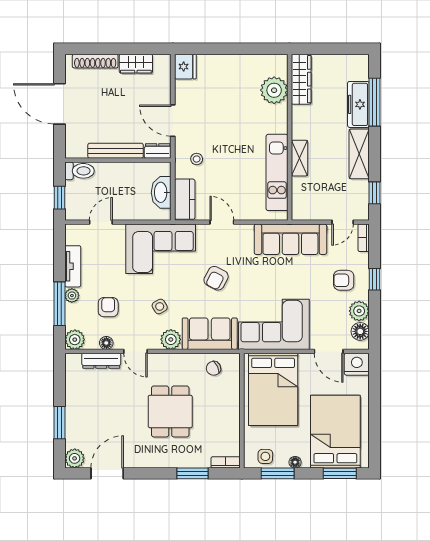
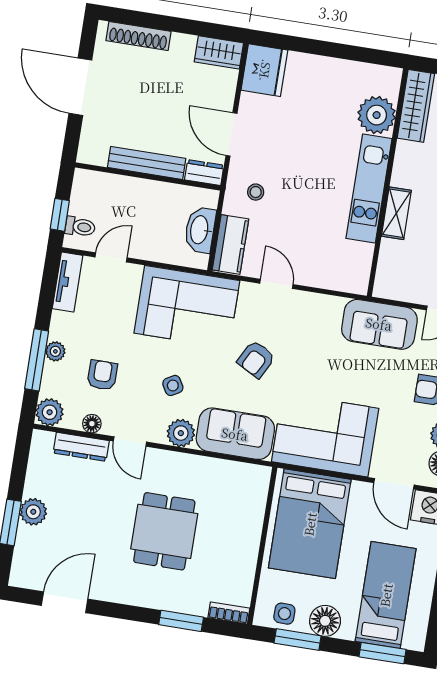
wardrobe: (136, 64) -> (219, 52), moved
fridge: (185, 67) -> (264, 70), width x1.36, depth x1.34
toilet: (79, 171) -> (80, 227), moved, width x0.73, depth x0.72
kitchen unit: (277, 172) -> (369, 189), moved
sofa: (290, 239) -> (379, 324), width x0.73
tv unit: (73, 266) -> (68, 282), moved
chair: (213, 368) -> (233, 482), removed
bed: (335, 432) -> (386, 595), width x0.67
plant: (75, 458) -> (33, 512), moved
floor lamp: (295, 462) -> (325, 621), width x1.89, depth x1.89

